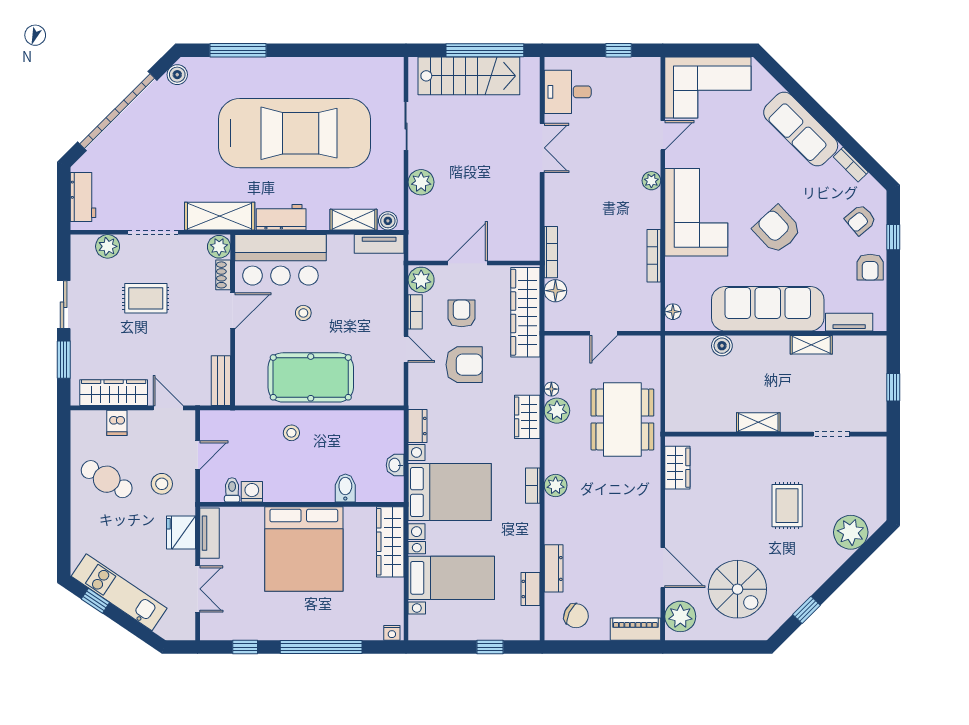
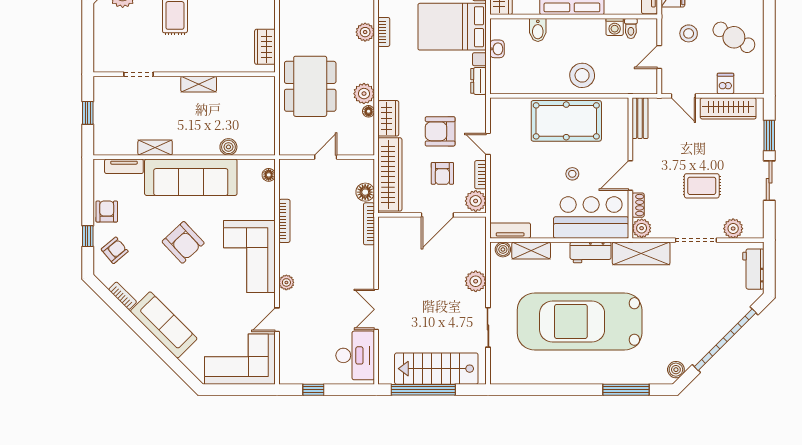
desk: (568, 92) -> (355, 355), width x1.37
wardrobe: (527, 417) -> (388, 118), moved
stool: (291, 433) -> (582, 75), width x1.89, depth x1.89

